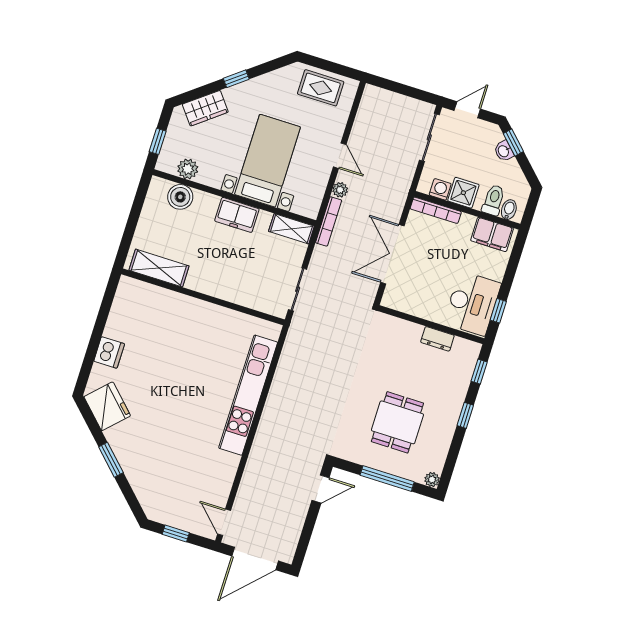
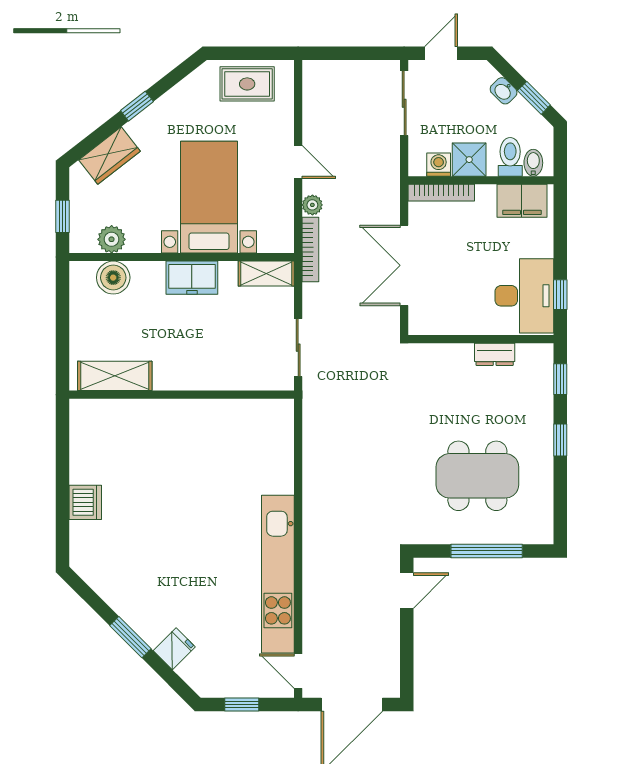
window: (513, 142) -> (534, 98), moved
kitchen unit: (248, 395) -> (278, 574), moved
fridge: (107, 406) -> (174, 649), moved, width x0.53, depth x0.75
dining table: (397, 422) -> (477, 476), width x1.38
plant: (432, 480) -> (544, 534), removed

